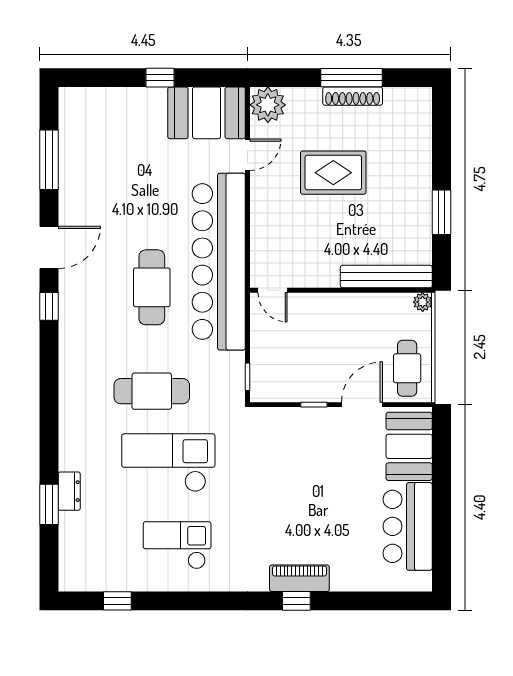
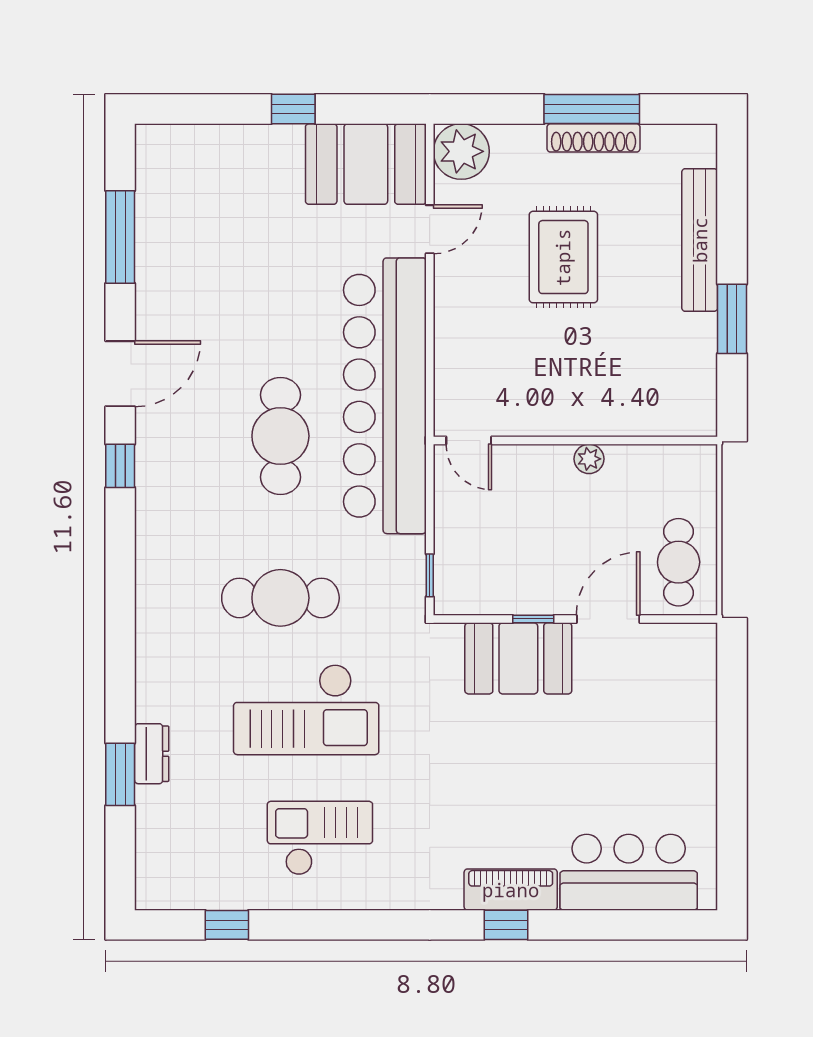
rug: (333, 173) -> (563, 257), turned 90
bench: (386, 276) -> (700, 240), moved, turned 90
plant: (423, 302) -> (589, 459), moved
booth: (409, 446) -> (518, 658), moved, turned 90
checkout: (168, 463) -> (306, 710), turned 180
bar counter: (408, 526) -> (629, 872), moved, turned 90

